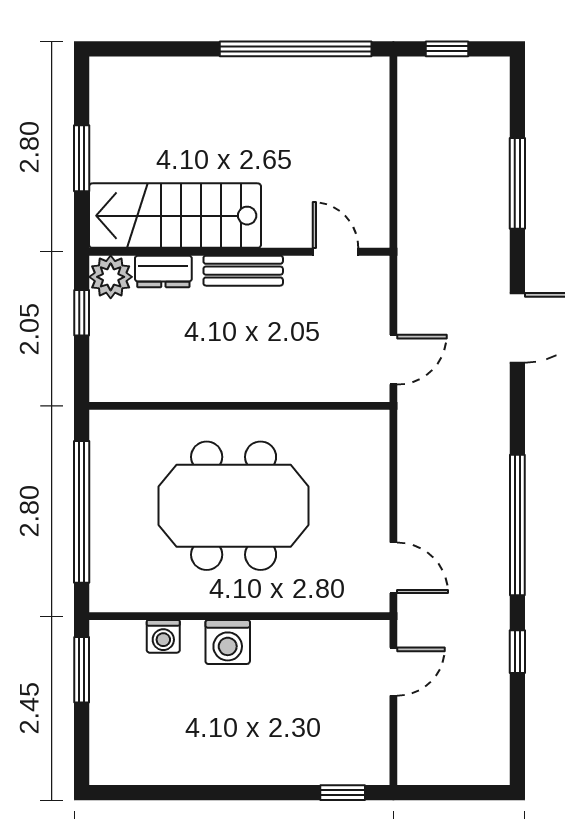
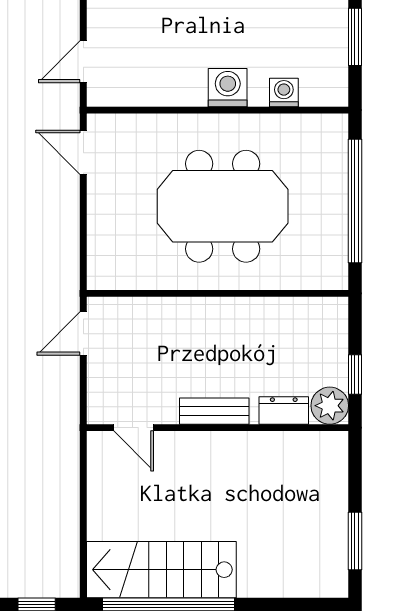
window: (82, 158) -> (355, 541), moved
stairs: (175, 216) -> (161, 570), moved, turned 180
window: (82, 670) -> (355, 37), moved

